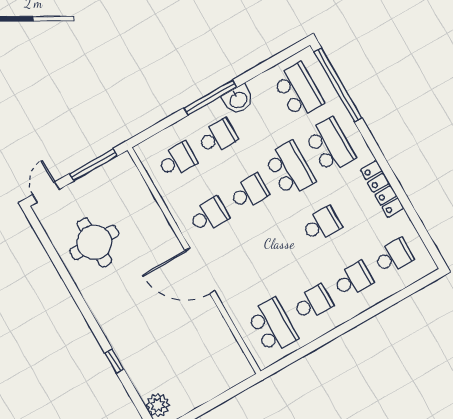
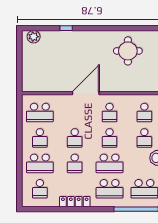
school desk: (281, 247) -> (75, 138), added
school desk: (353, 279) -> (40, 163), width x1.85

